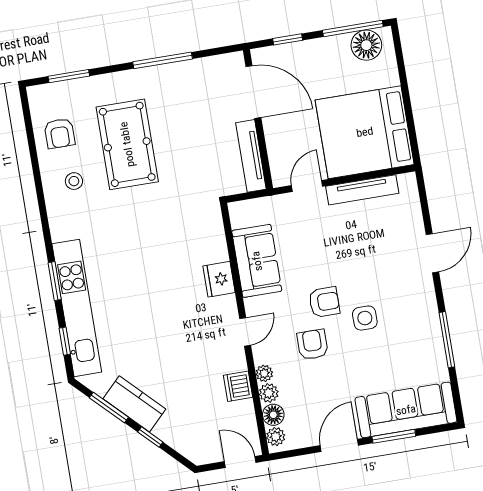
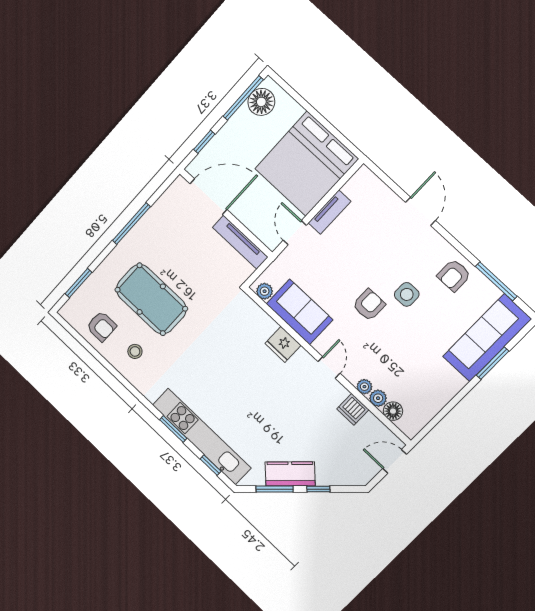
tv unit: (362, 190) -> (329, 212), width x0.71
window: (447, 340) -> (496, 281), moved
armchair: (313, 345) -> (454, 275), moved, turned -90
plant: (276, 437) -> (265, 291), moved
door: (339, 445) -> (457, 399), removed

